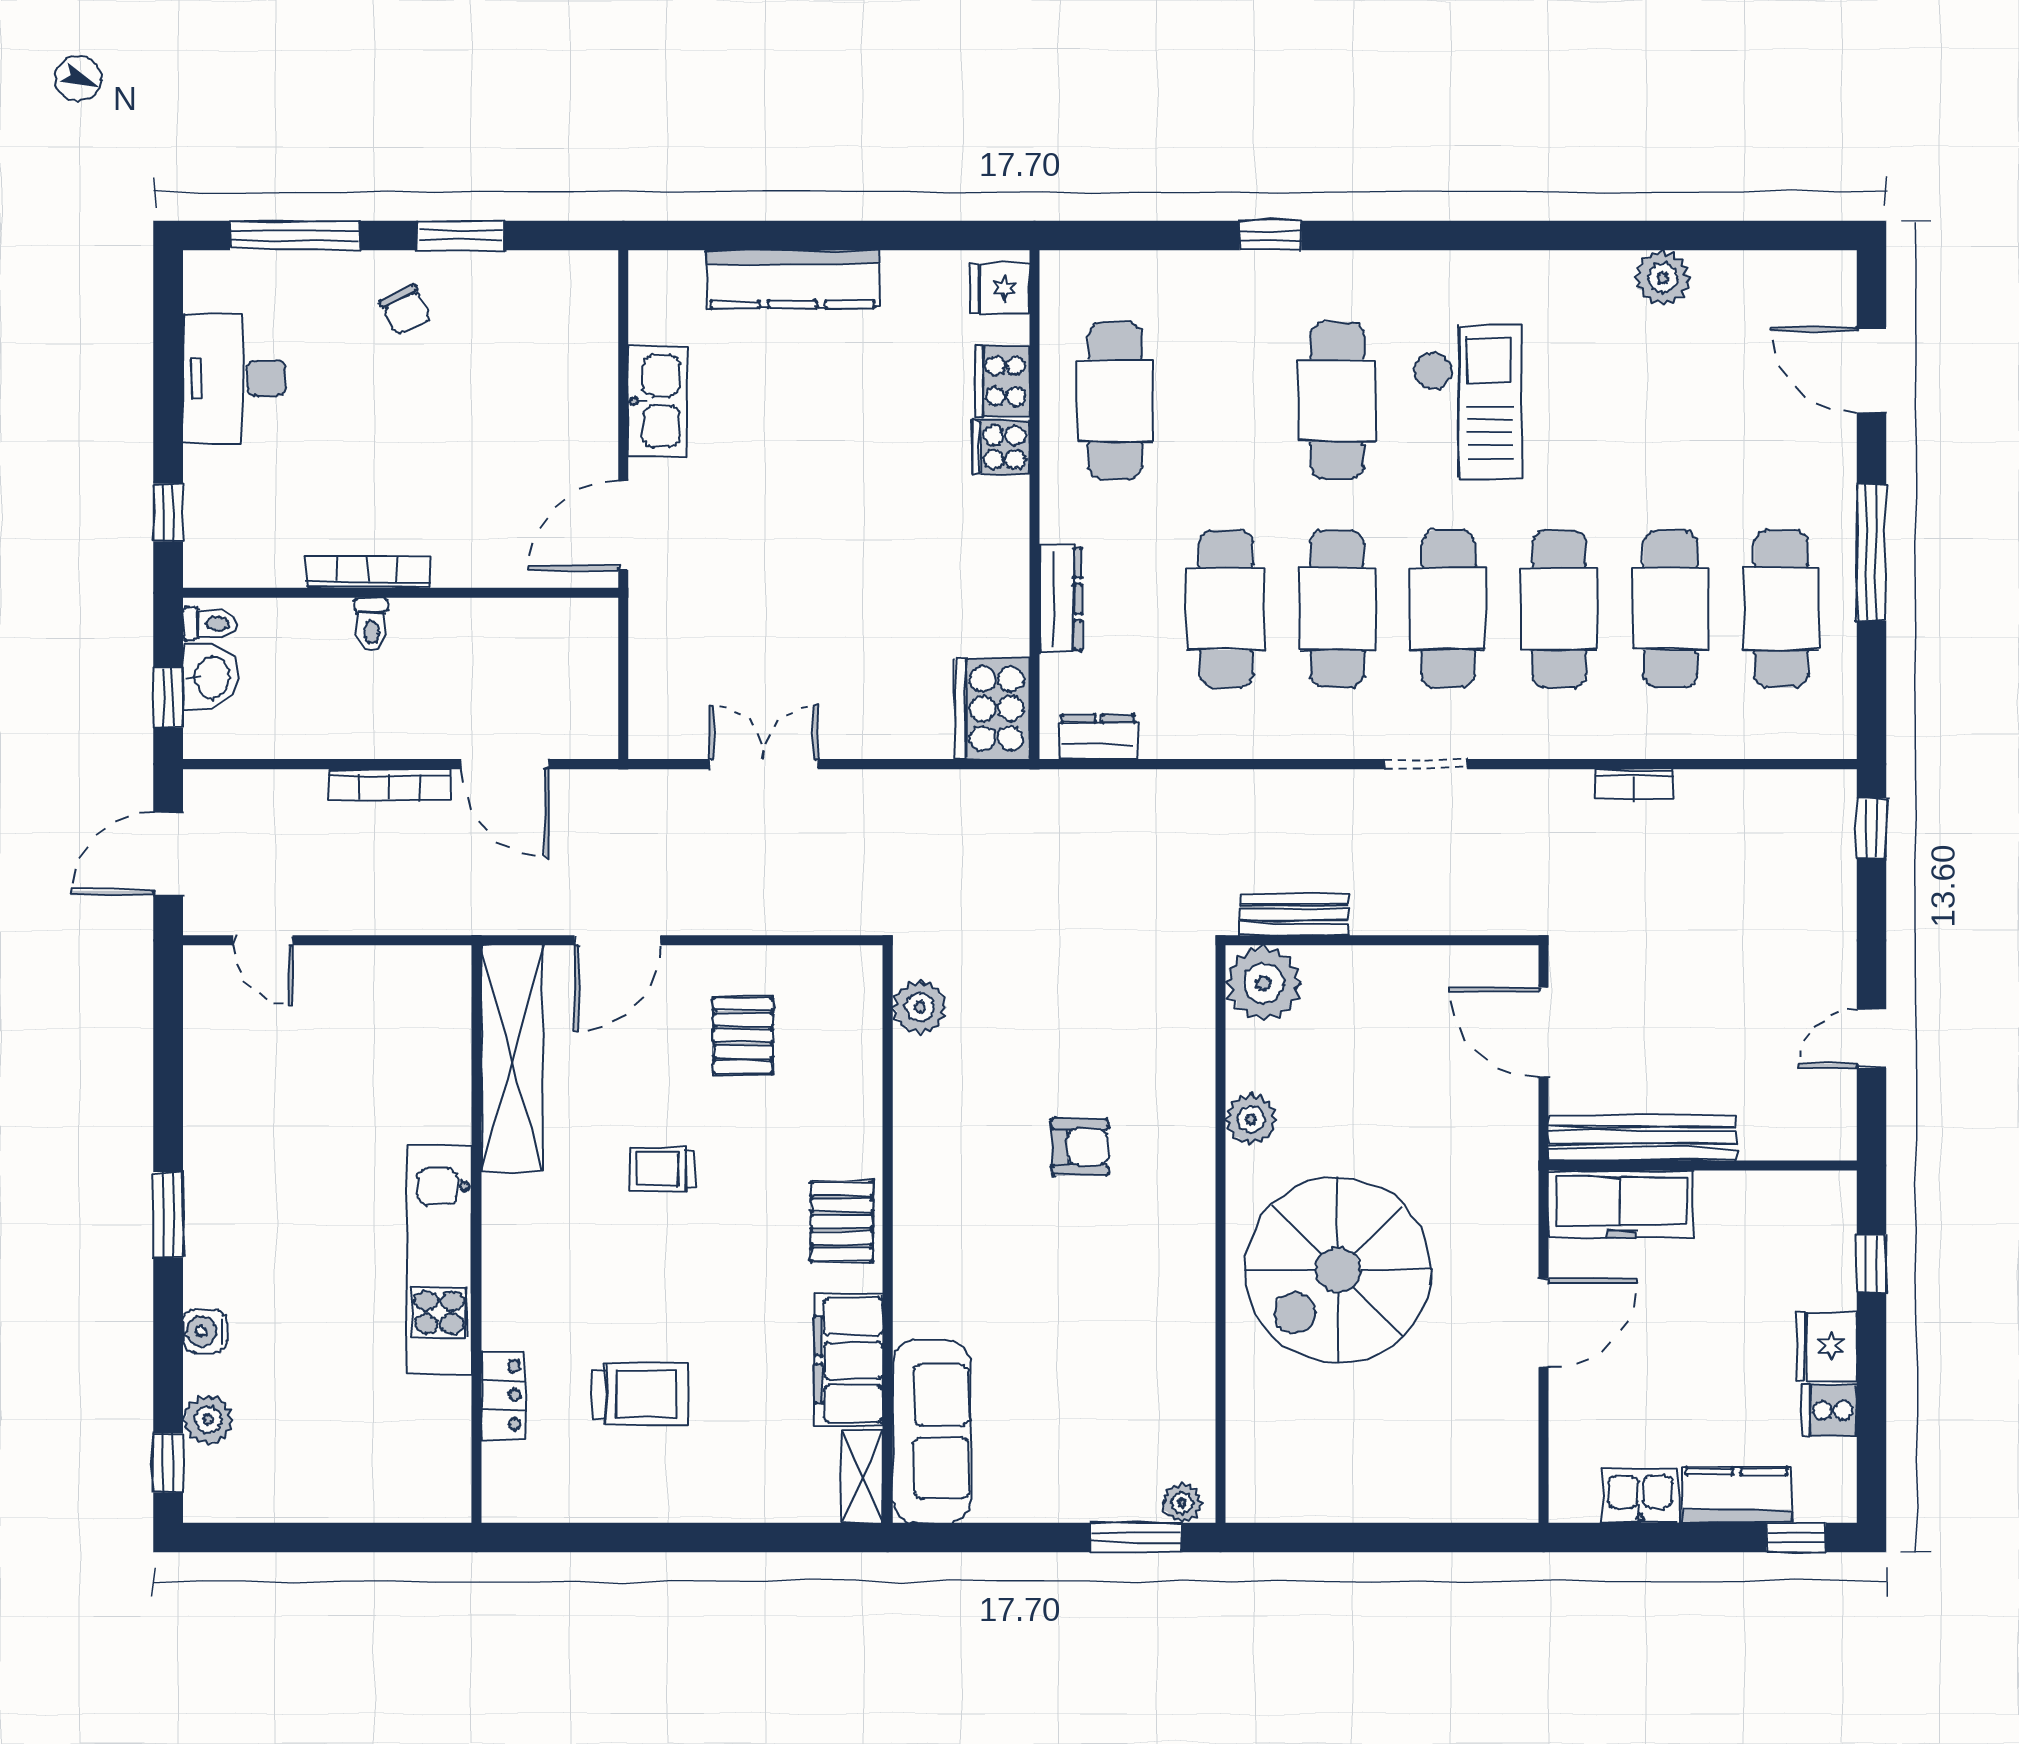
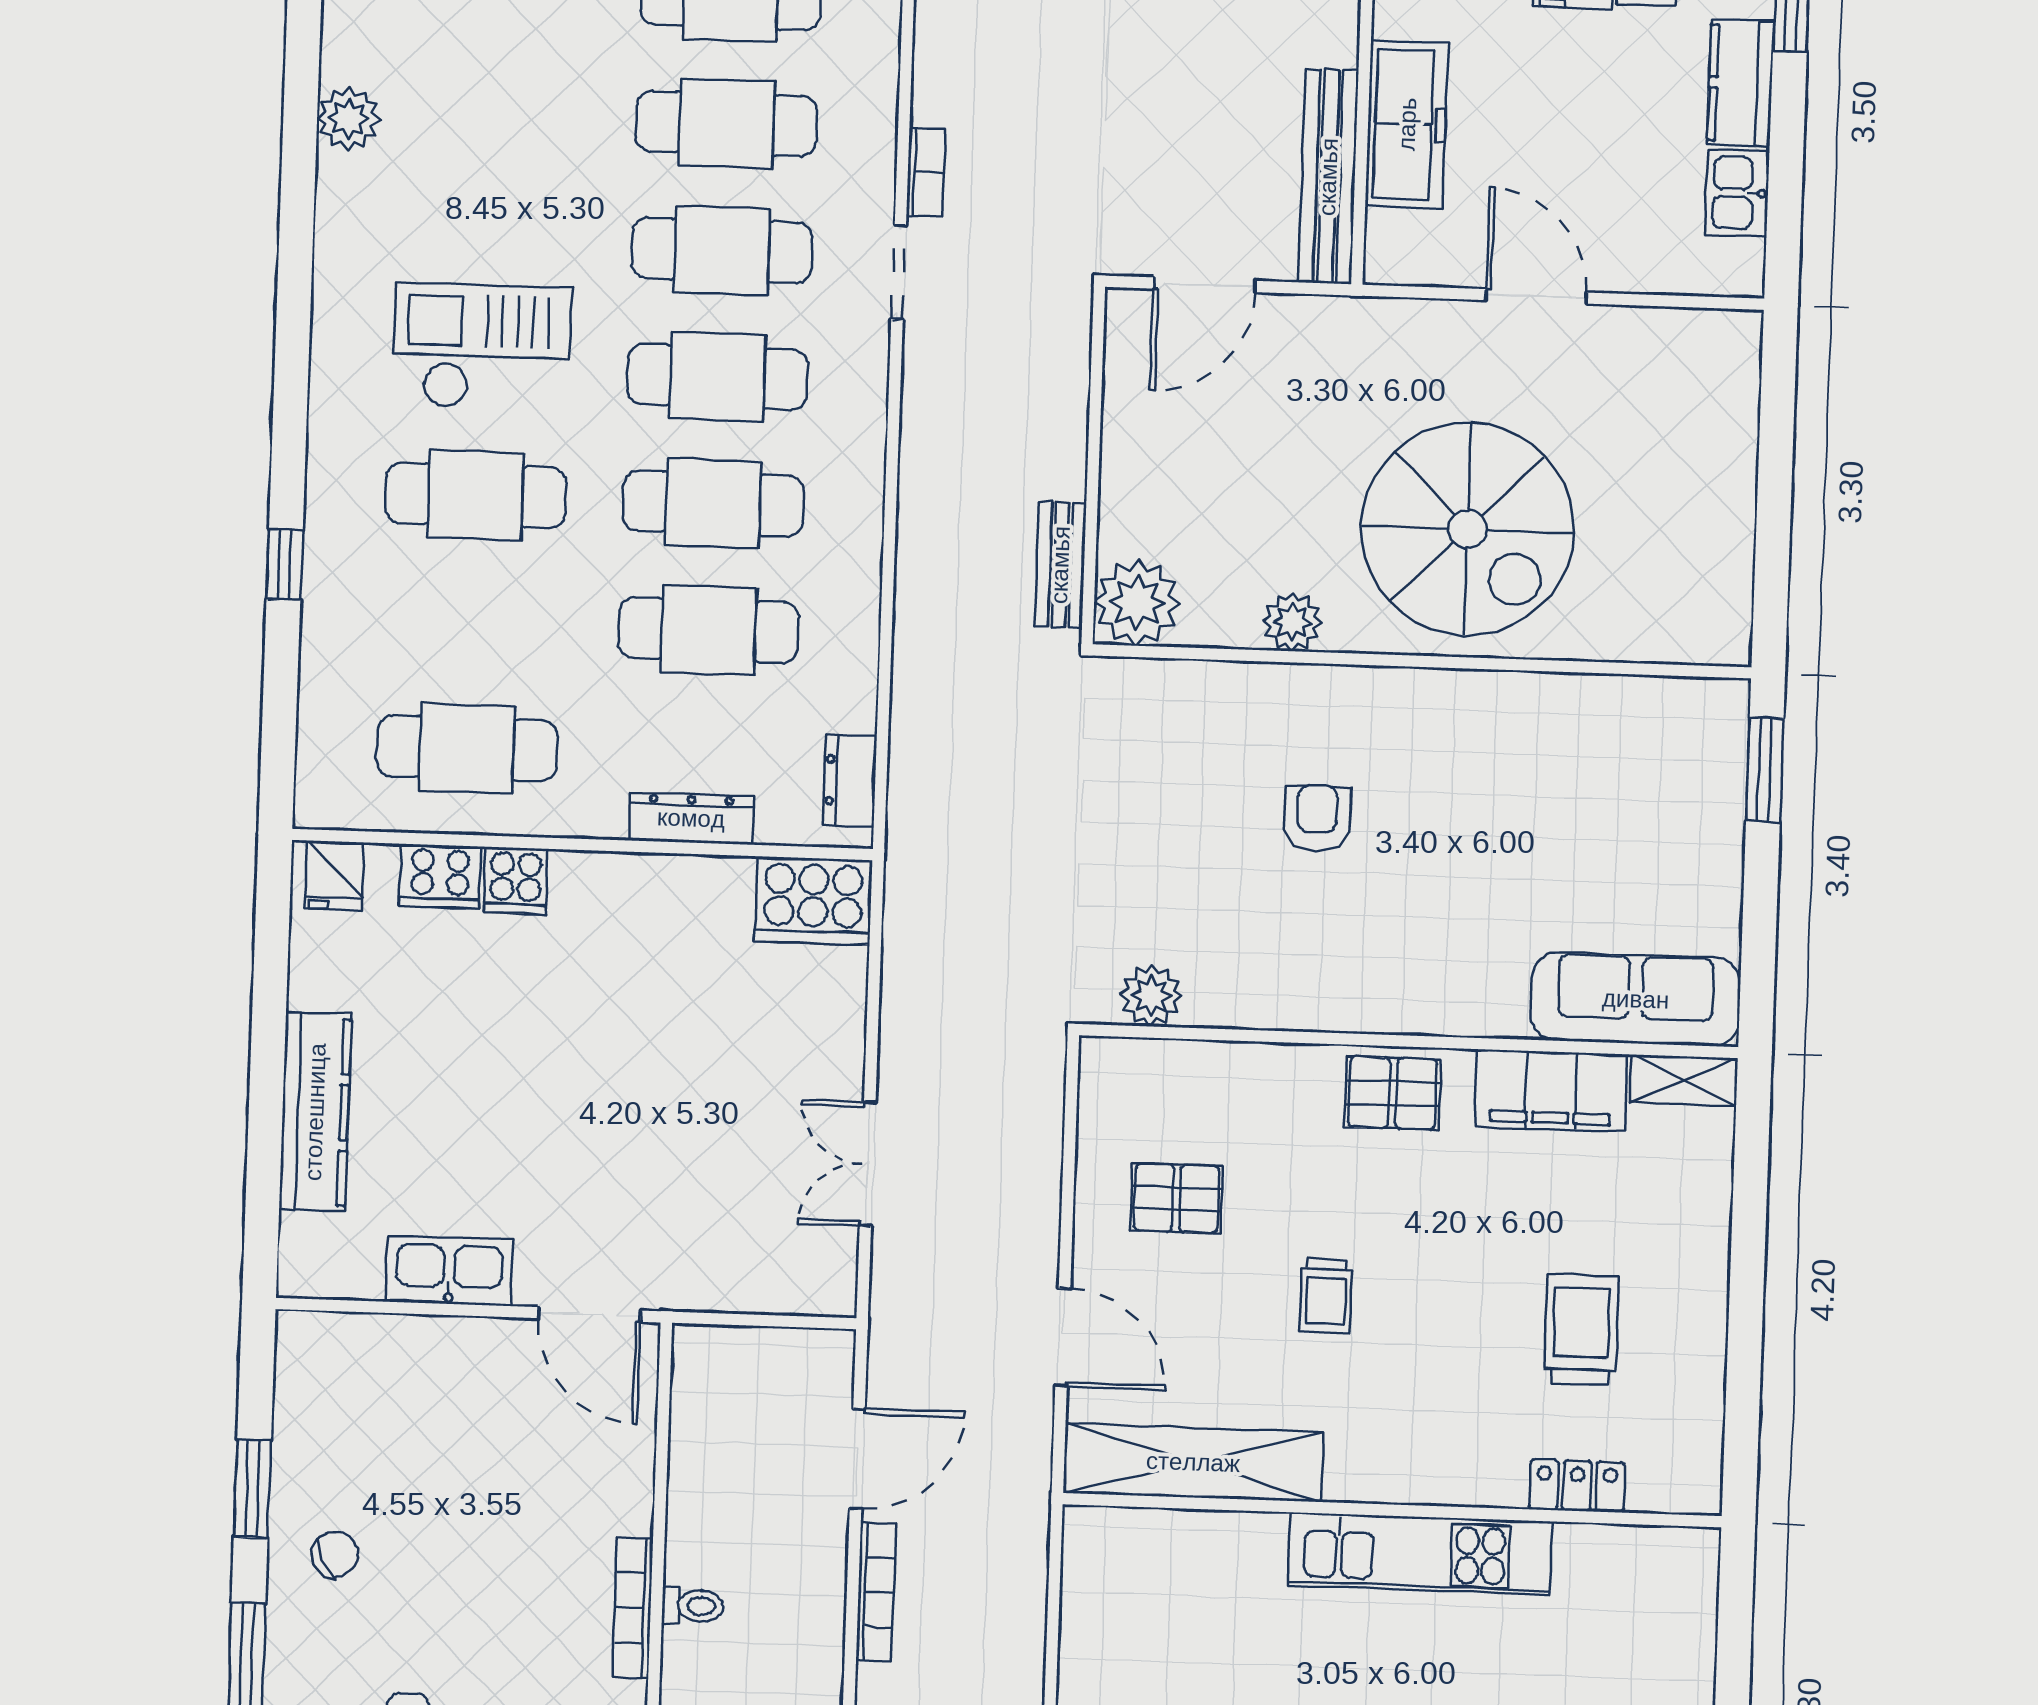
doorway: (1426, 764) -> (899, 272), moved
freezer: (1621, 1204) -> (1407, 124), moved
plant: (1182, 1503) -> (1727, 716), removed

